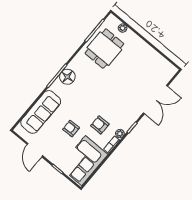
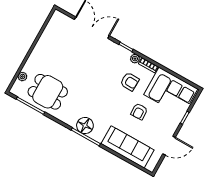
armchair: (100, 125) -> (130, 82), turned -88

